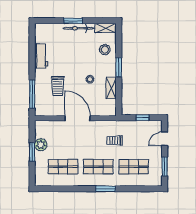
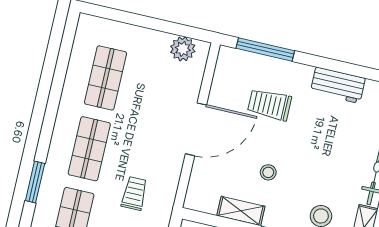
plant: (41, 145) -> (183, 49), moved
window: (32, 152) -> (149, 23), removed
window: (106, 189) -> (35, 182), moved

